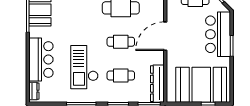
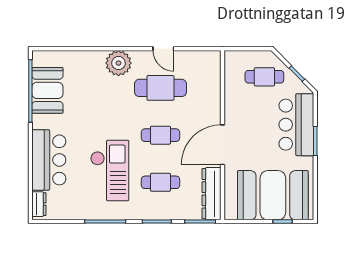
door: (165, 36) -> (222, 145), moved
checkout: (84, 67) -> (110, 171), turned 180

